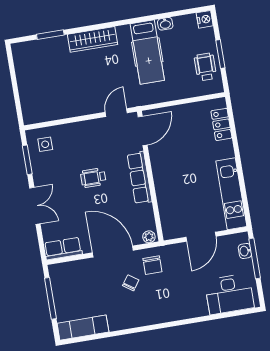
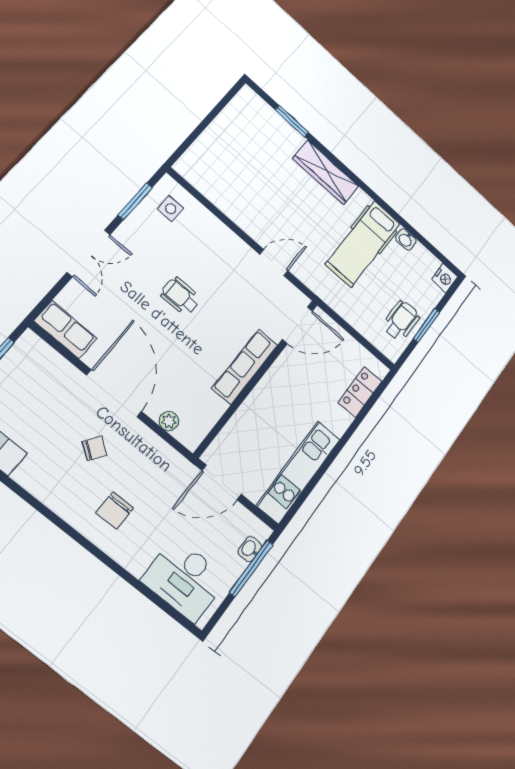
door: (143, 131) -> (297, 325), moved
wall: (150, 176) -> (257, 377), moved
row of seats: (140, 178) -> (245, 366), moved
chair: (152, 265) -> (115, 511), moved

